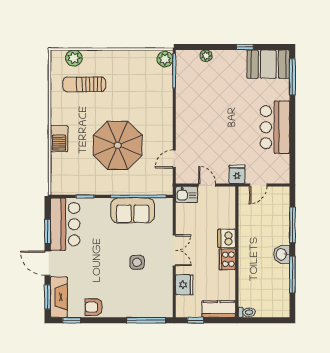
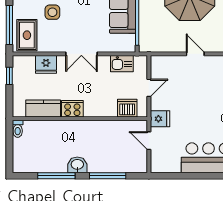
door: (174, 159) -> (195, 54), moved
kitchen sink: (187, 194) -> (122, 64), moved, turned -90
dishwasher: (227, 238) -> (127, 108), moved
side table: (137, 262) -> (52, 12), moved
rug: (156, 303) -> (27, 35), added
kitchen counter: (219, 309) -> (43, 108), moved, turned -90

